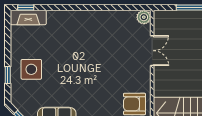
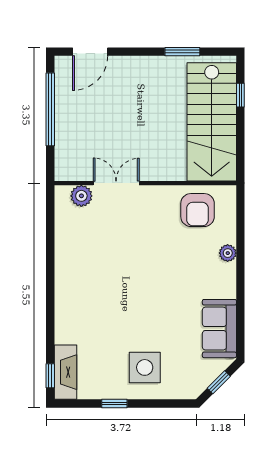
plant: (144, 17) -> (81, 196), moved
window: (8, 75) -> (114, 403), moved

